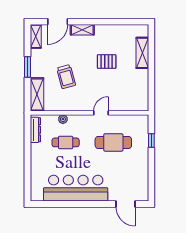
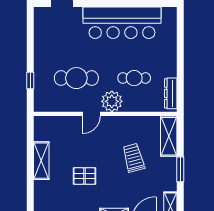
shelving: (142, 53) -> (41, 161), moved
plant: (63, 119) -> (112, 101), moved, width x1.87, depth x1.87

